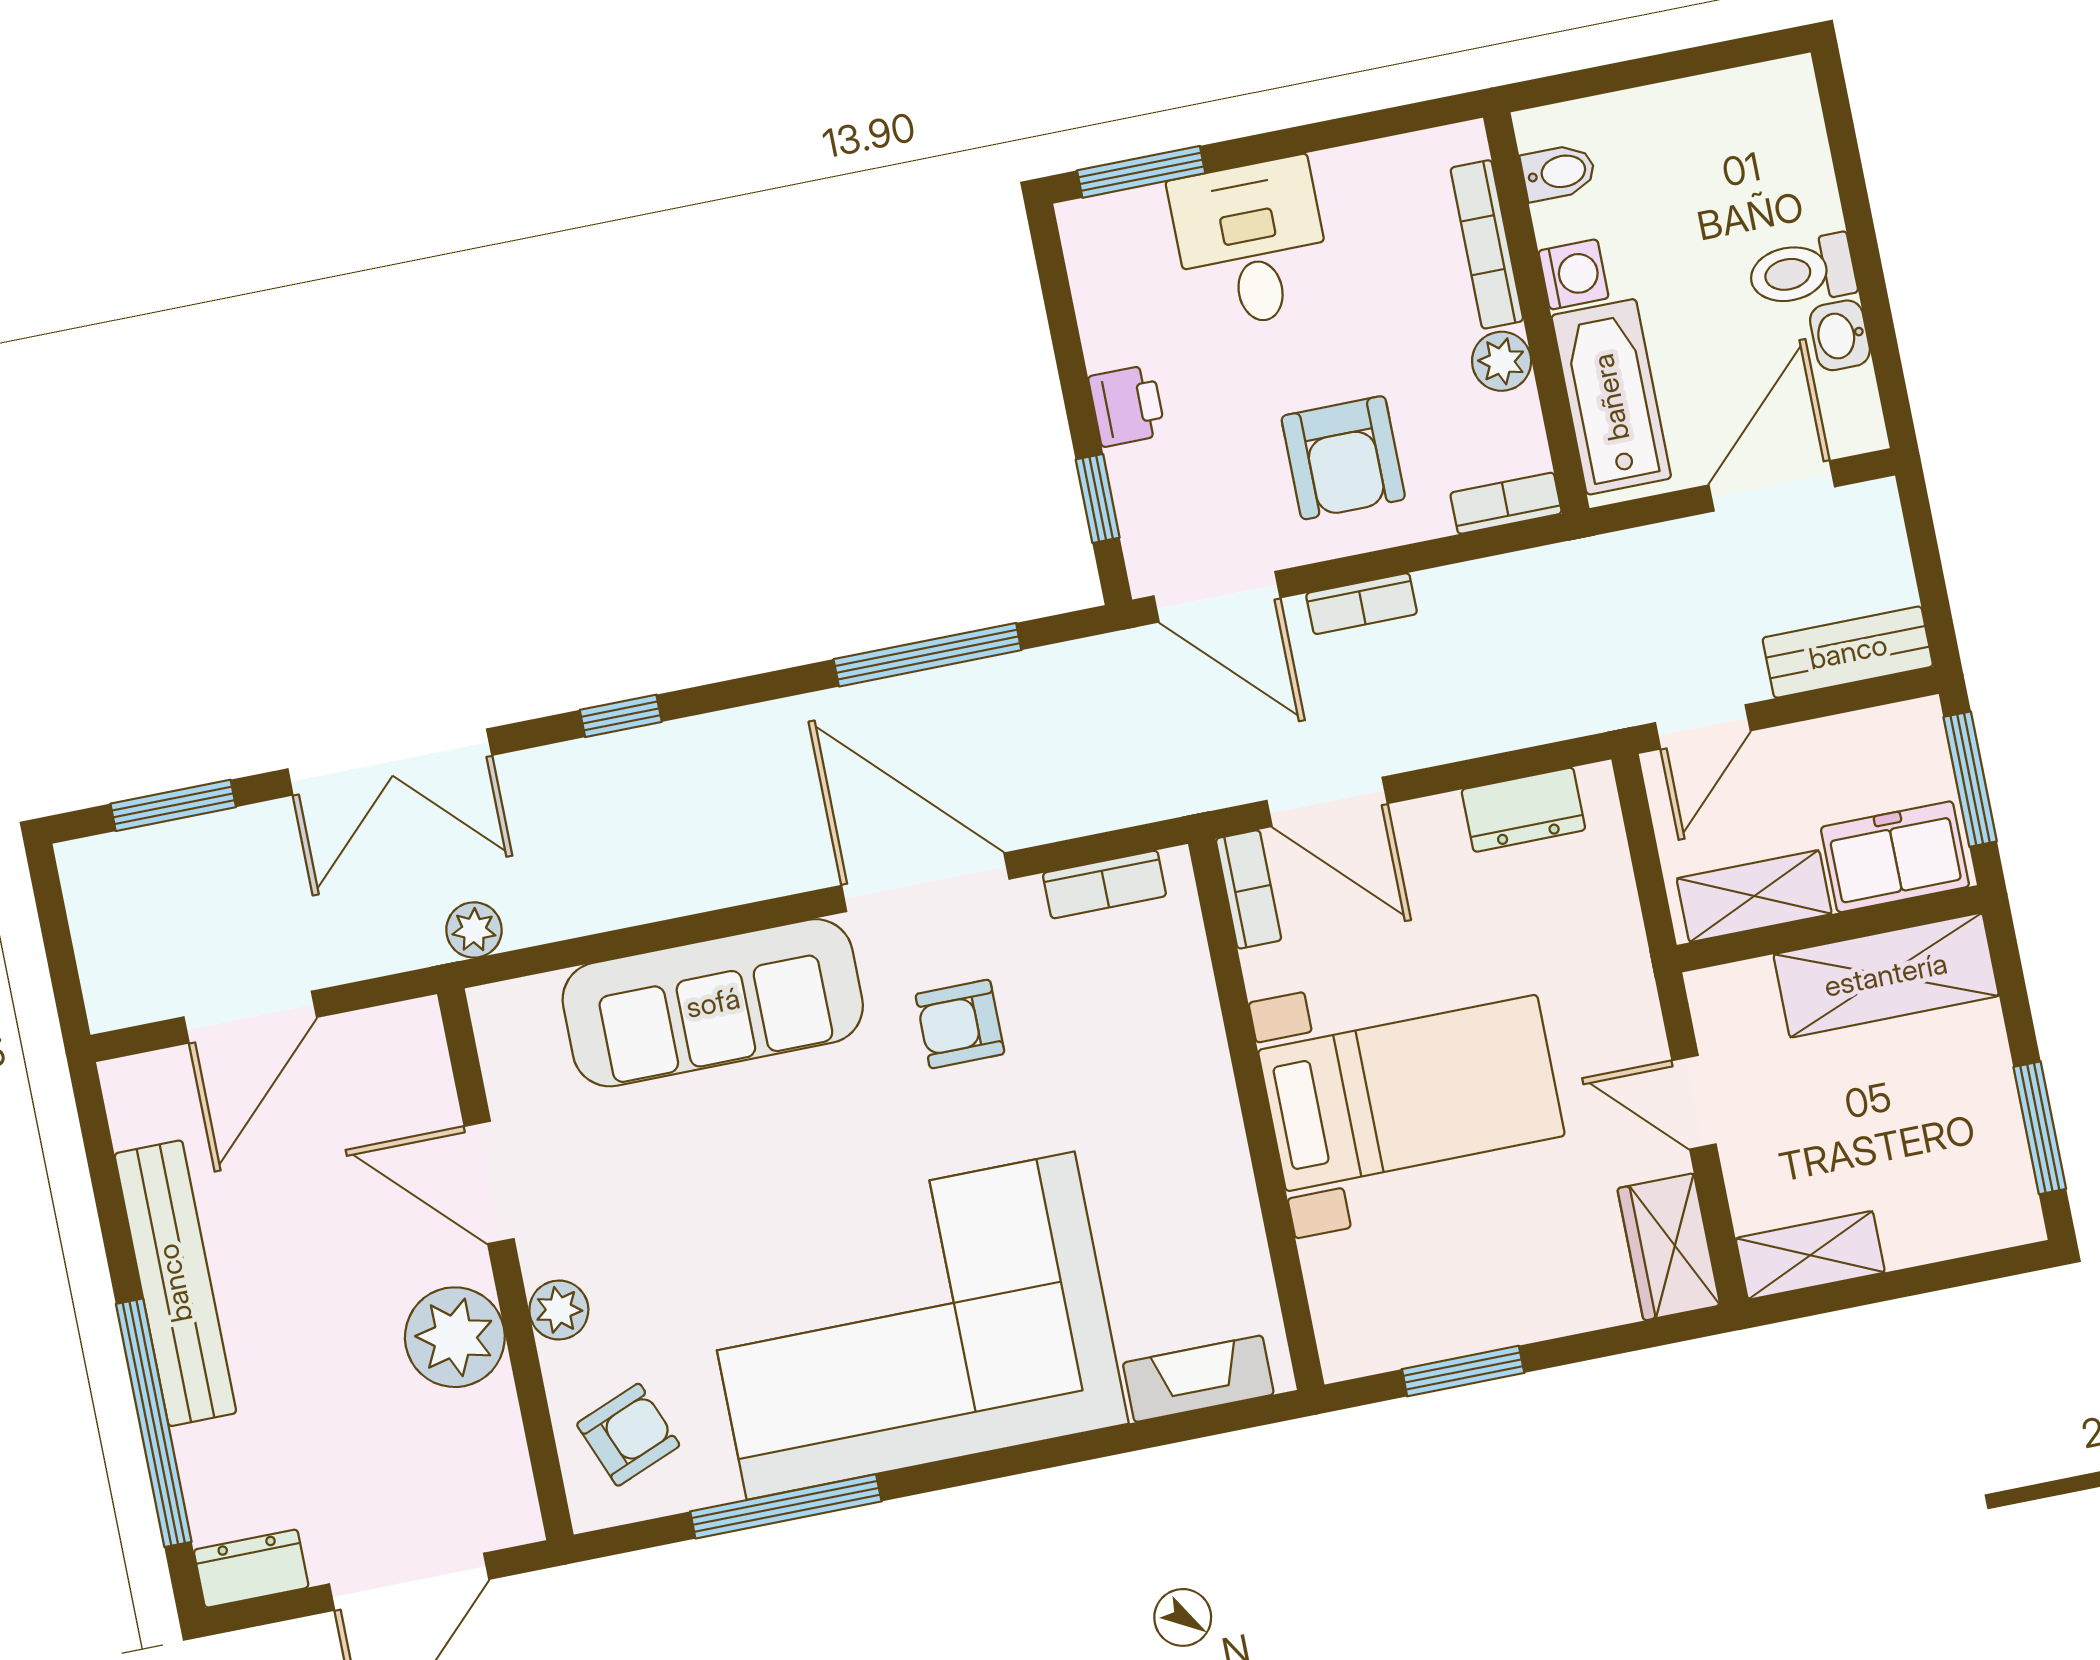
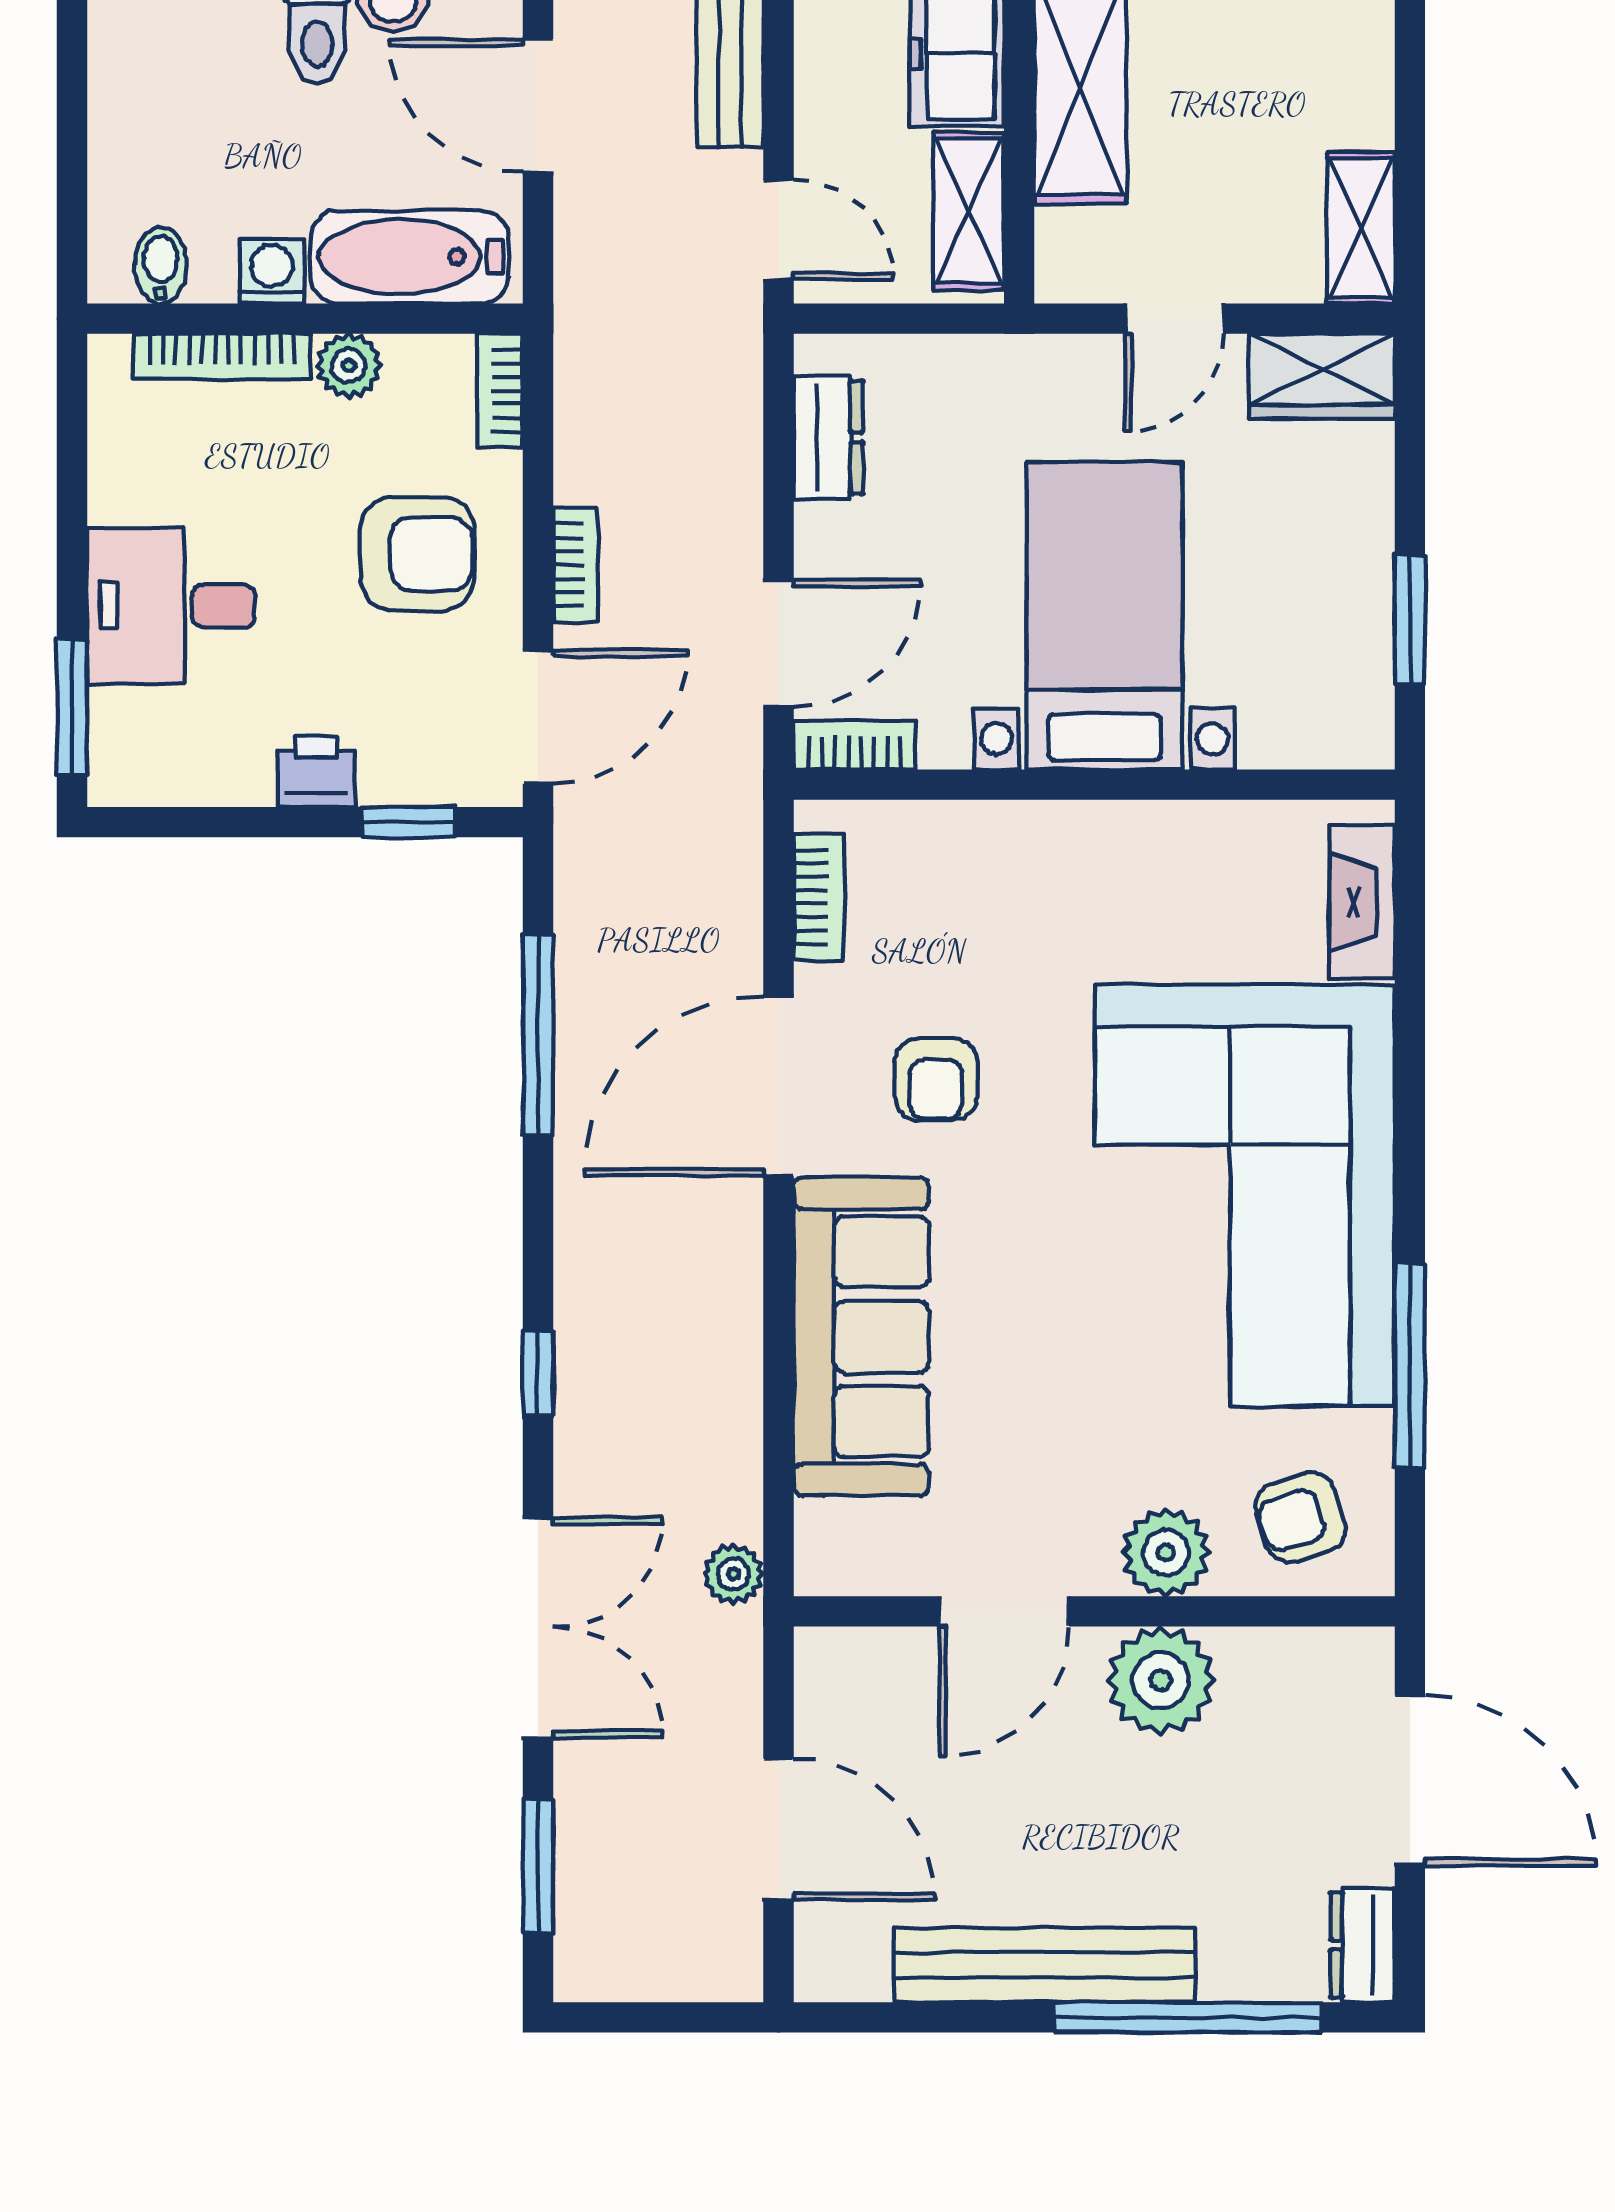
plant: (559, 1310) -> (1166, 1553), width x1.38, depth x1.38
armchair: (628, 1435) -> (1301, 1517), turned -86

